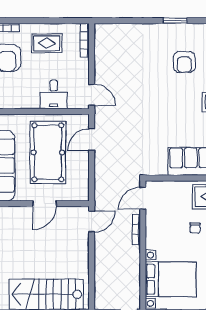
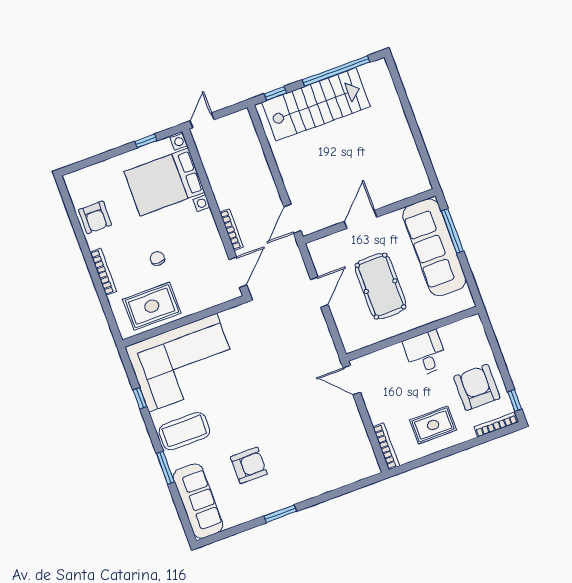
armchair: (184, 62) -> (249, 465), turned 90
desk: (54, 95) -> (425, 353), moved
door: (92, 140) -> (319, 292), moved
pool table: (48, 152) -> (381, 286), width x0.73, depth x0.76

